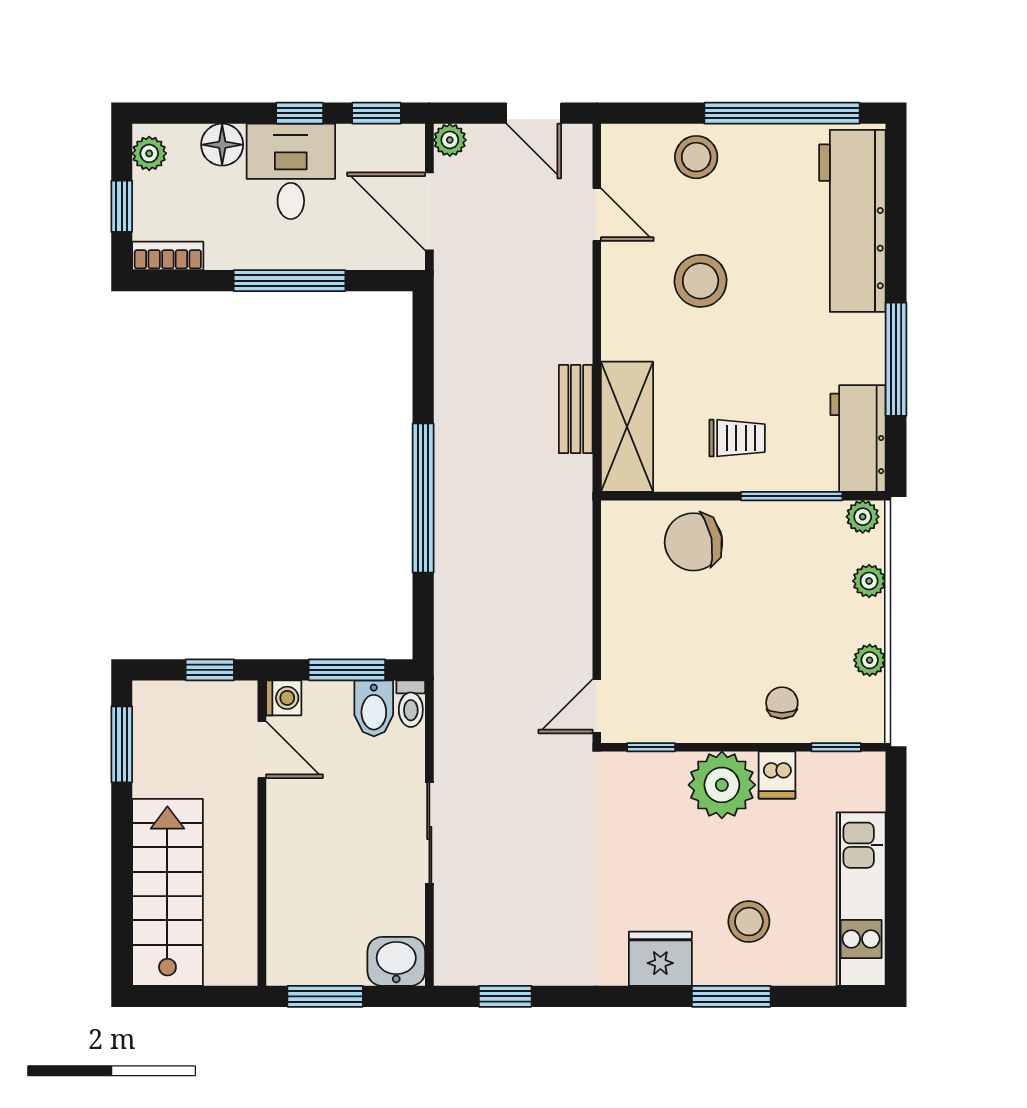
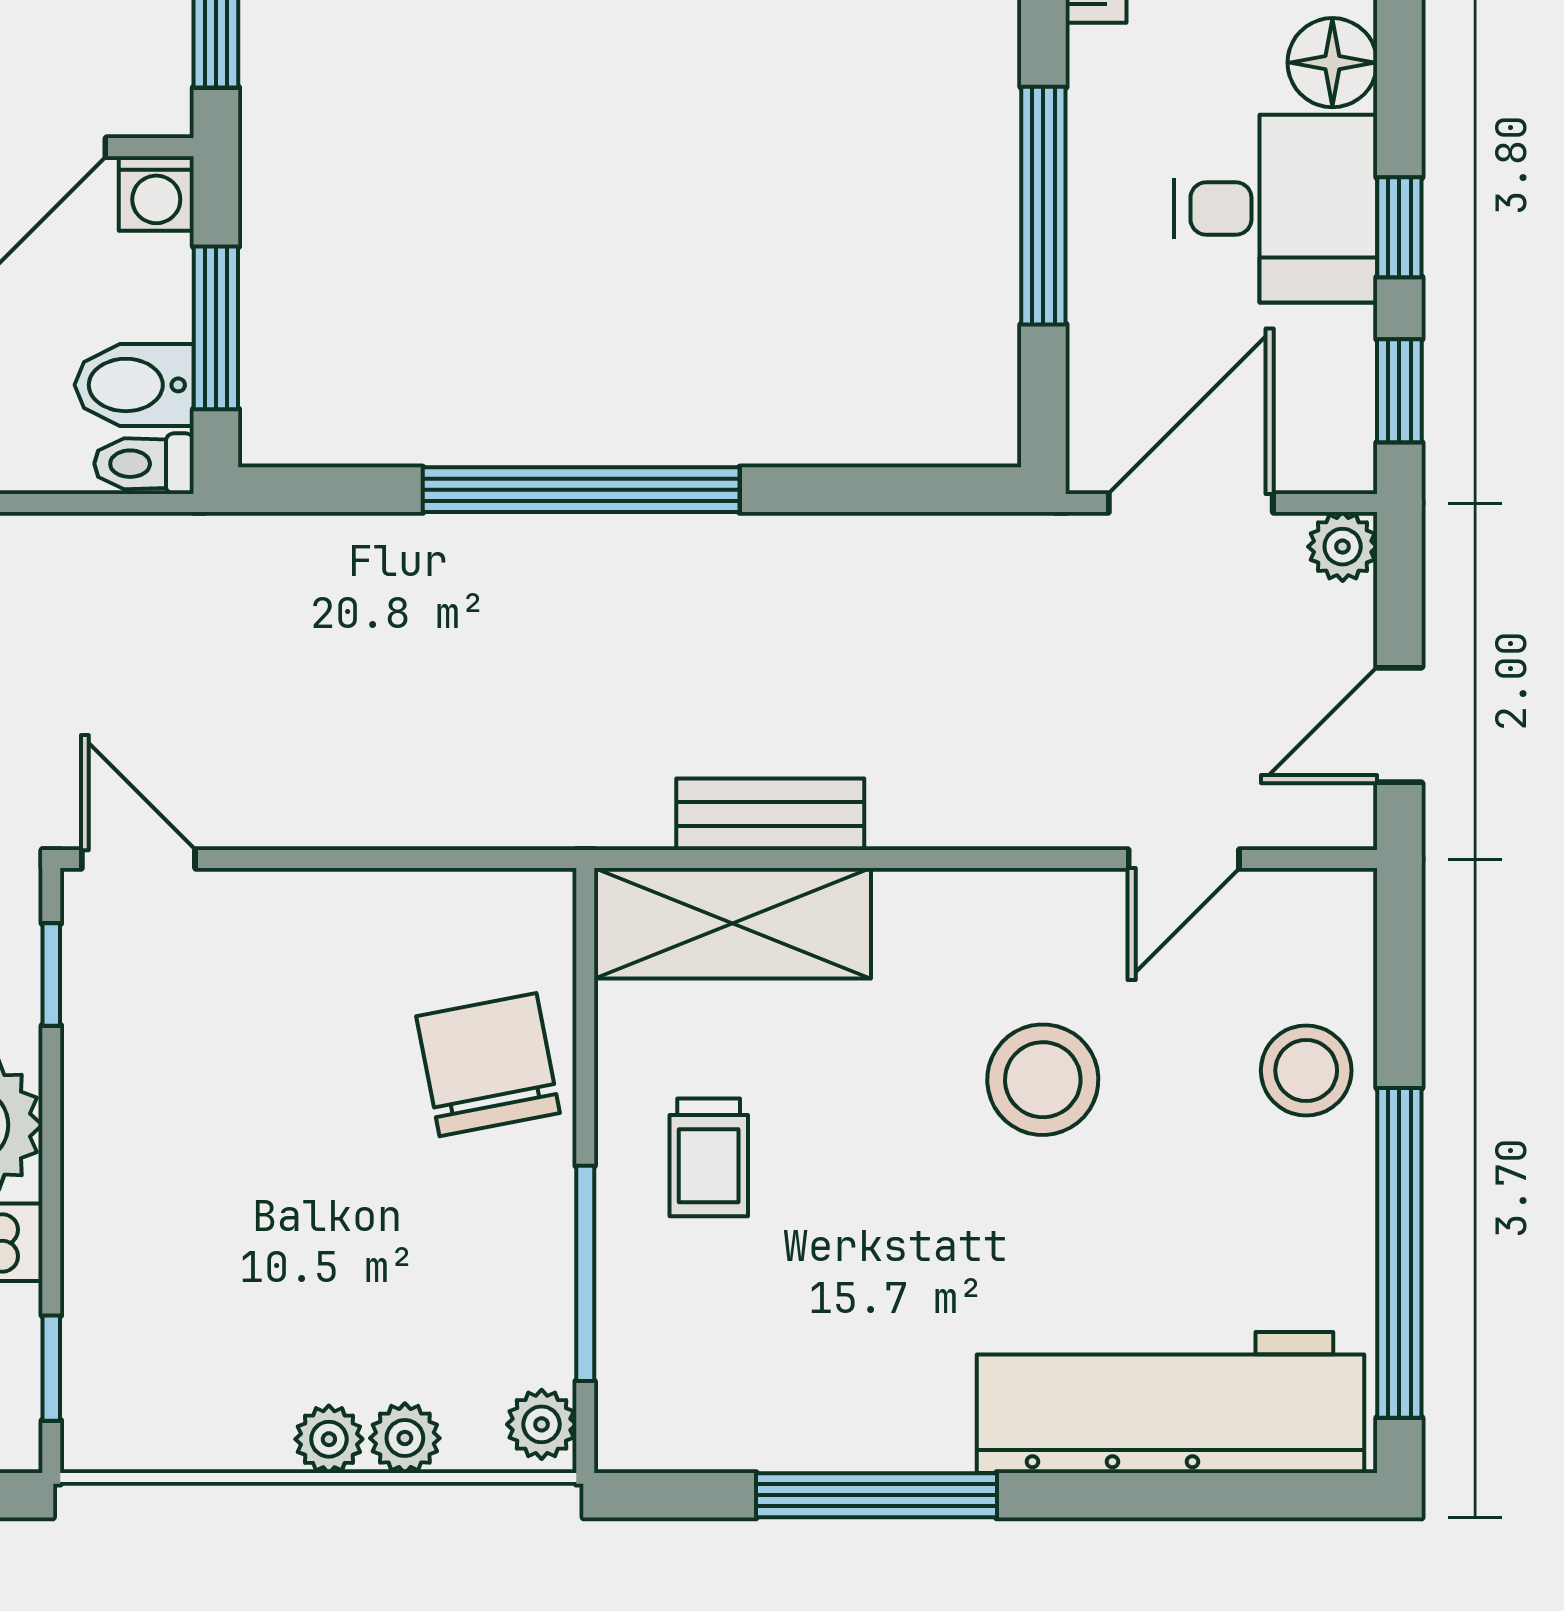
workbench: (858, 439) -> (708, 1414), removed
plant: (870, 660) -> (329, 1439), moved
chair: (782, 703) -> (146, 1253), removed

